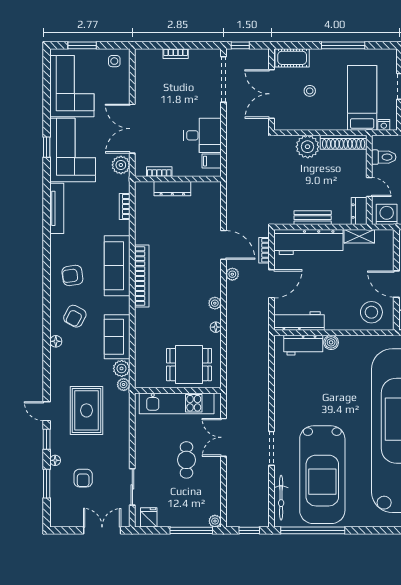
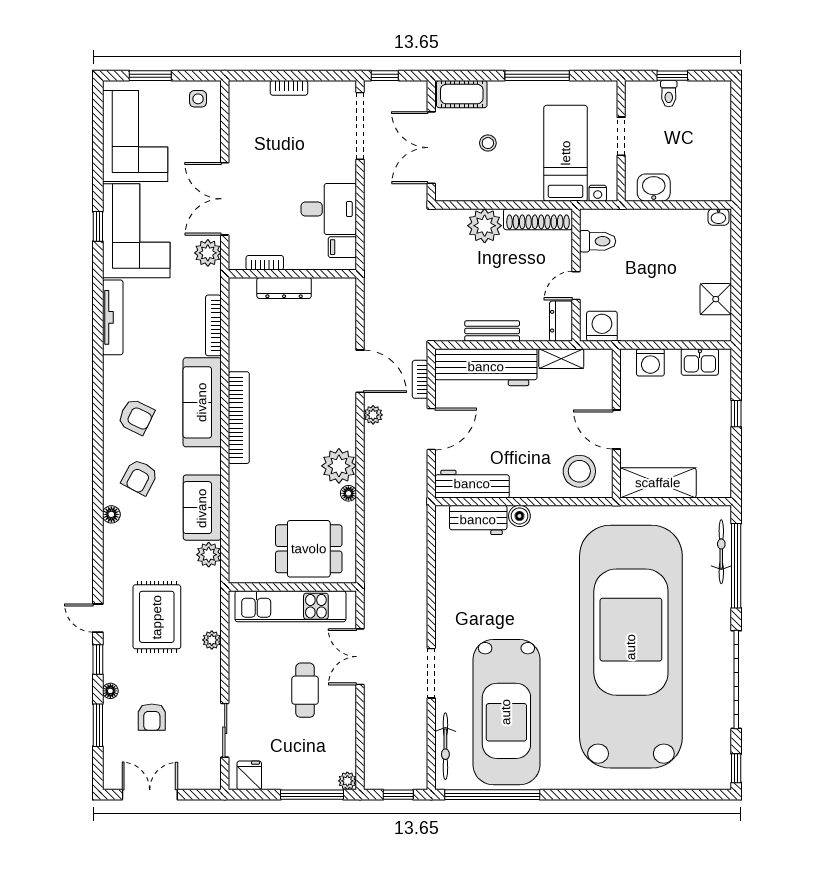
door: (369, 187) -> (576, 286), swing flipped
bookcase: (125, 206) -> (213, 325), width x1.56
armchair: (72, 275) -> (136, 417), turned -146
plant: (215, 303) -> (339, 466), width x1.87, depth x1.87
plant: (124, 385) -> (212, 640), moved
double door: (102, 530) -> (150, 795), moved

